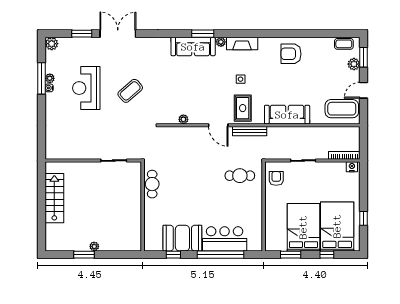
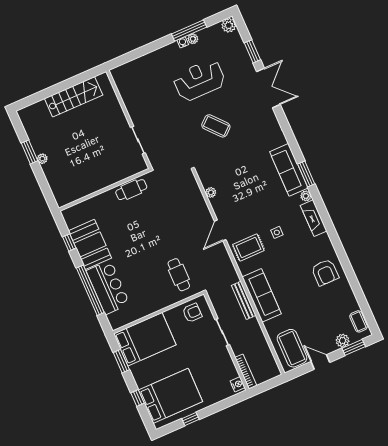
armchair: (291, 54) -> (325, 272), turned 180
bench: (250, 131) -> (244, 300), moved
bed: (303, 227) -> (145, 339), moved

